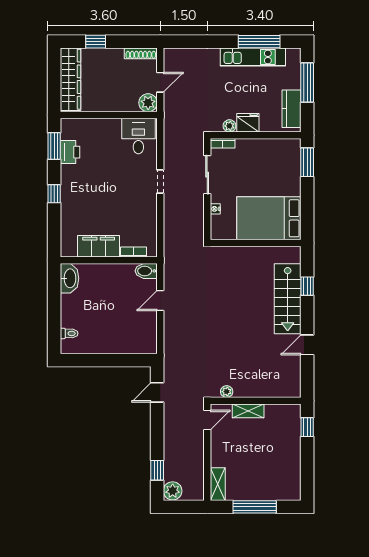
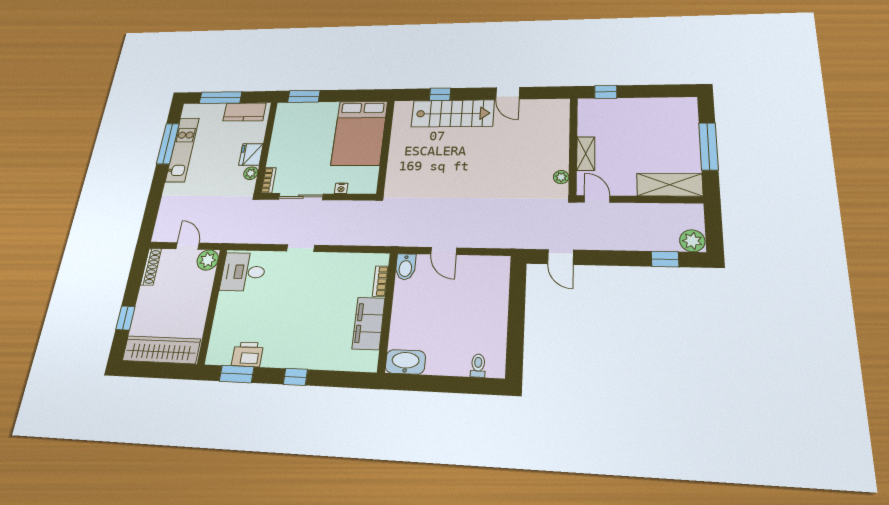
shelving: (218, 484) -> (670, 185), width x1.50, depth x1.33

